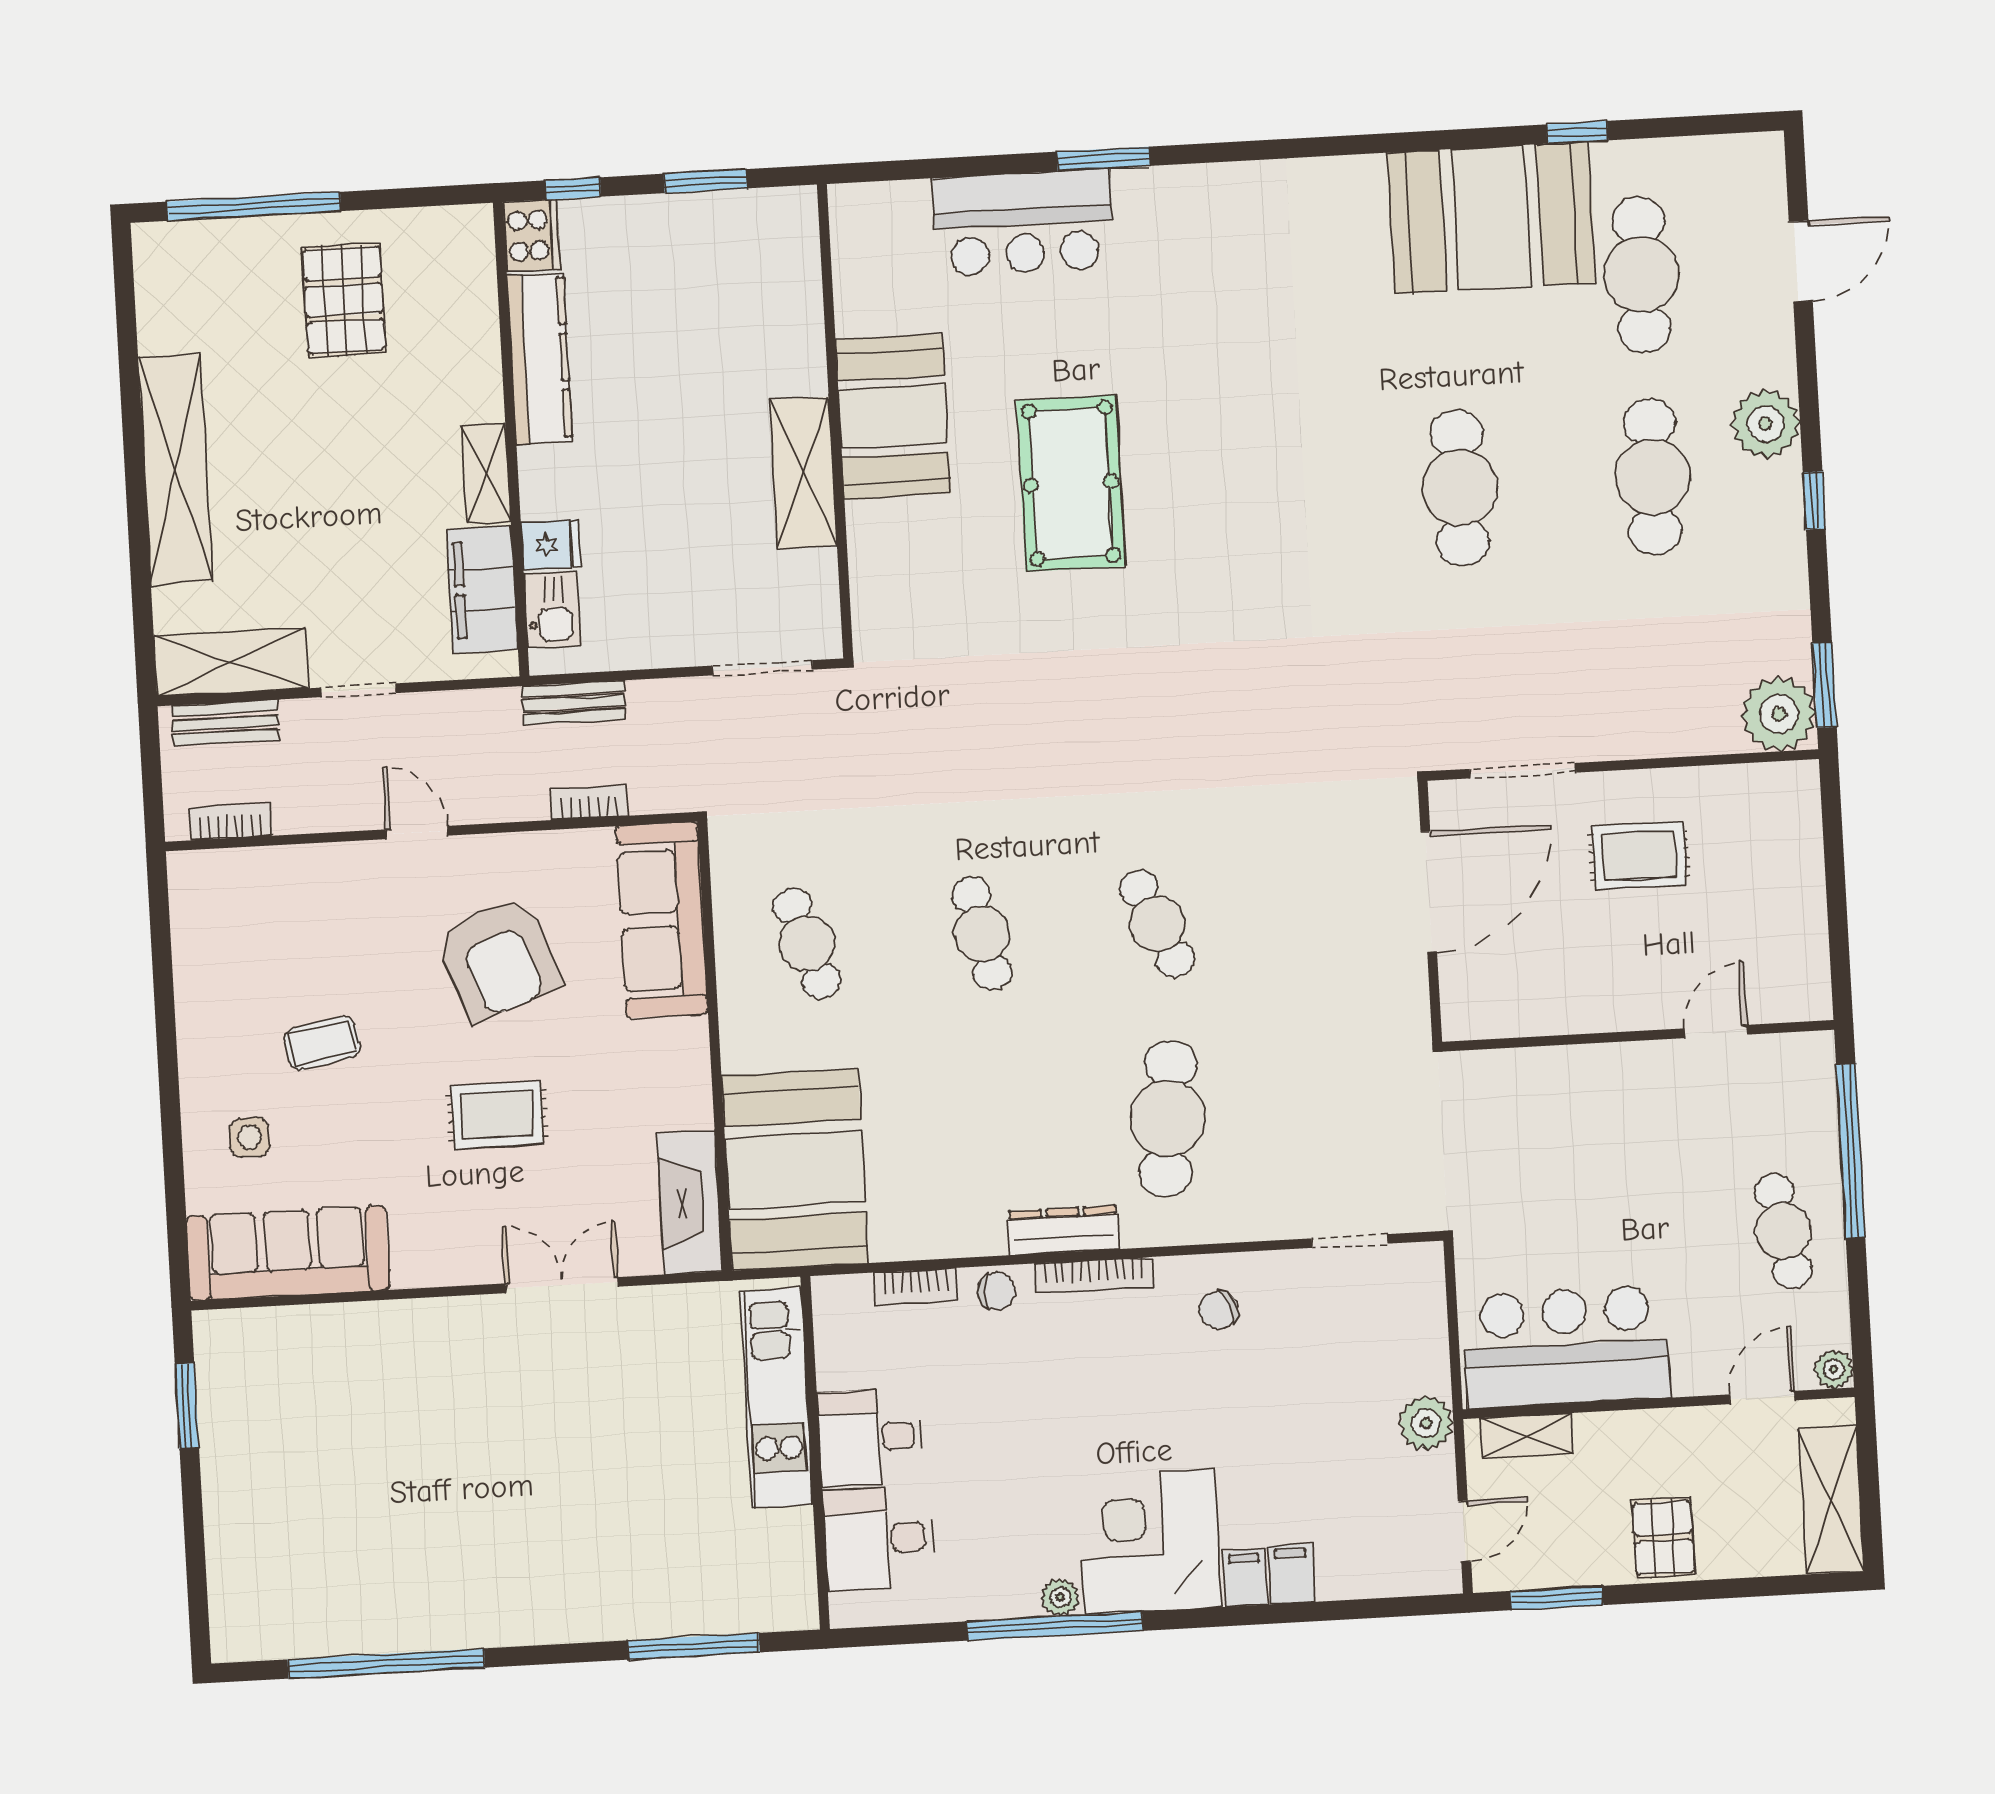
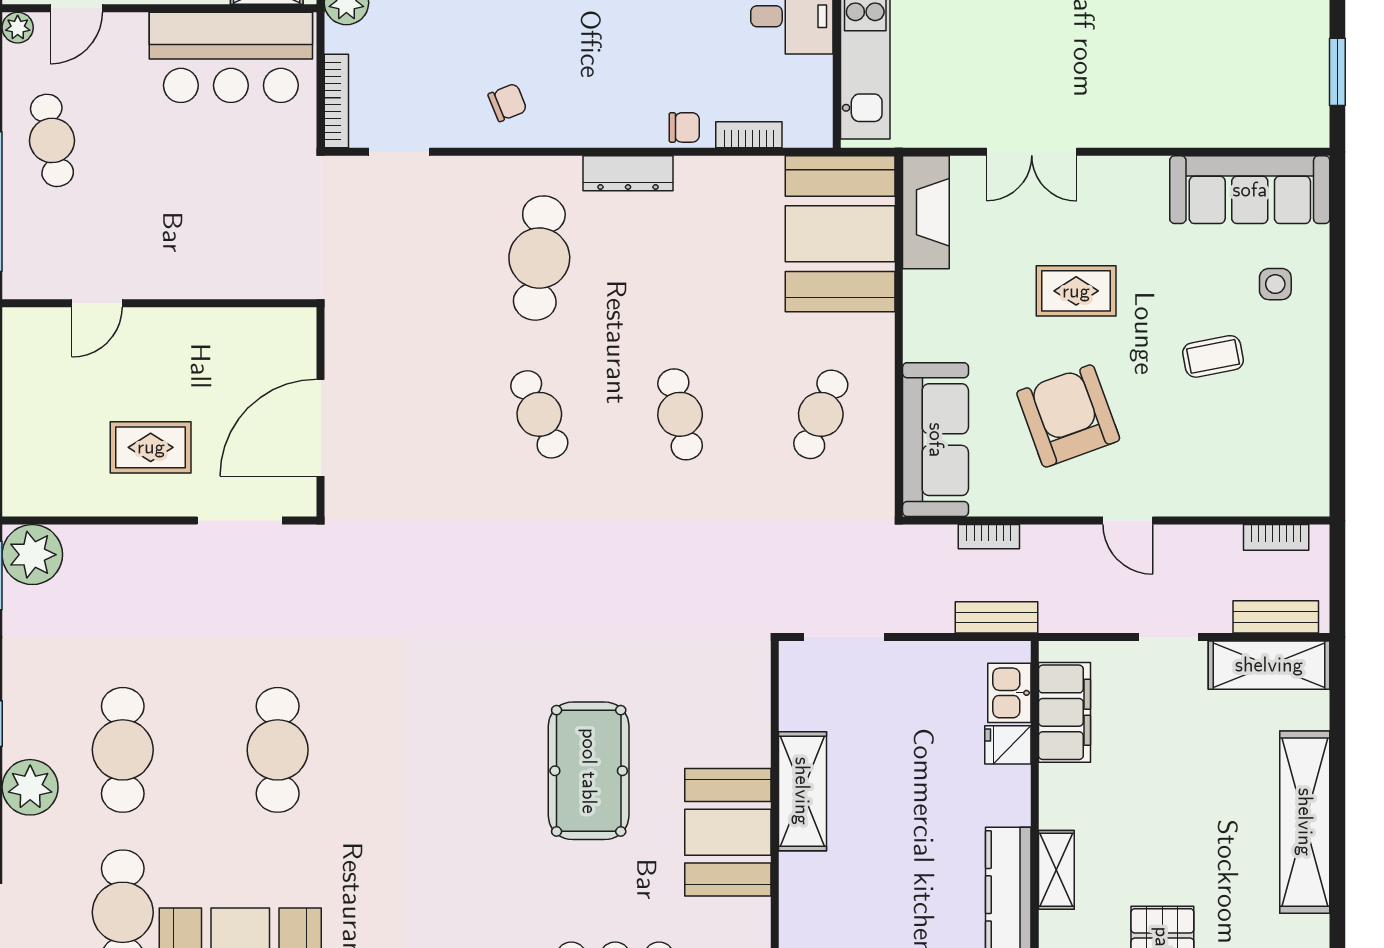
shelving: (486, 473) -> (1056, 870), moved
cafe table: (807, 943) -> (821, 414), turned 39
bookcase: (1094, 1275) -> (336, 101), moved, turned 90
chair: (997, 1291) -> (684, 127), turned 180

